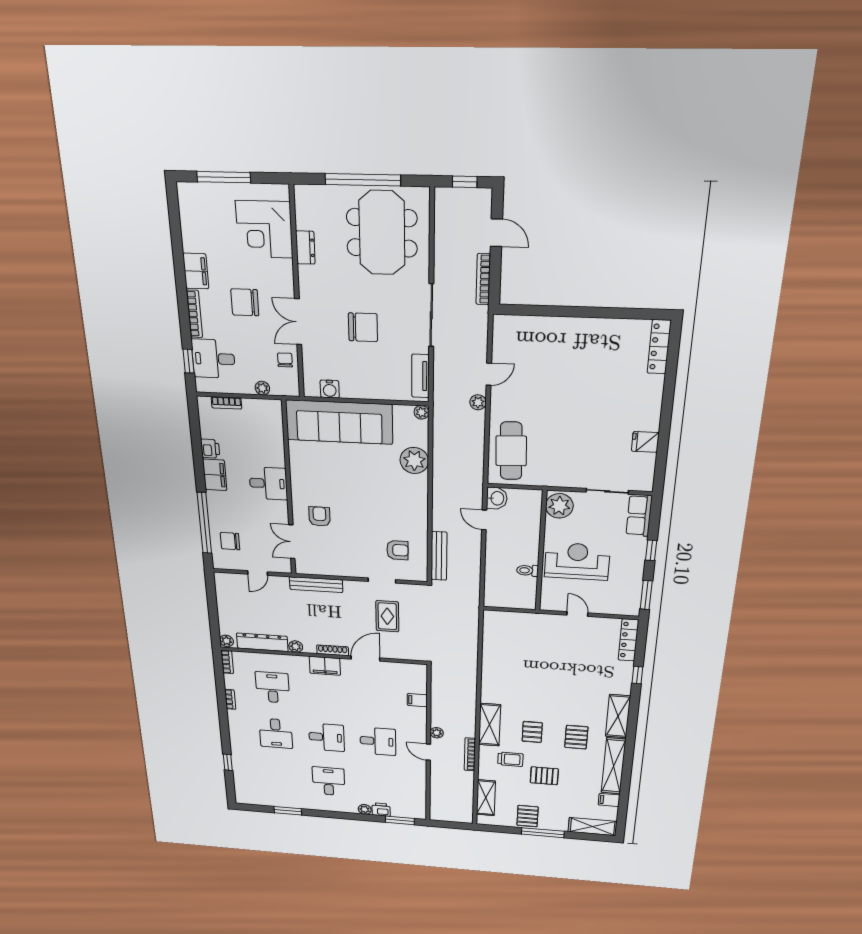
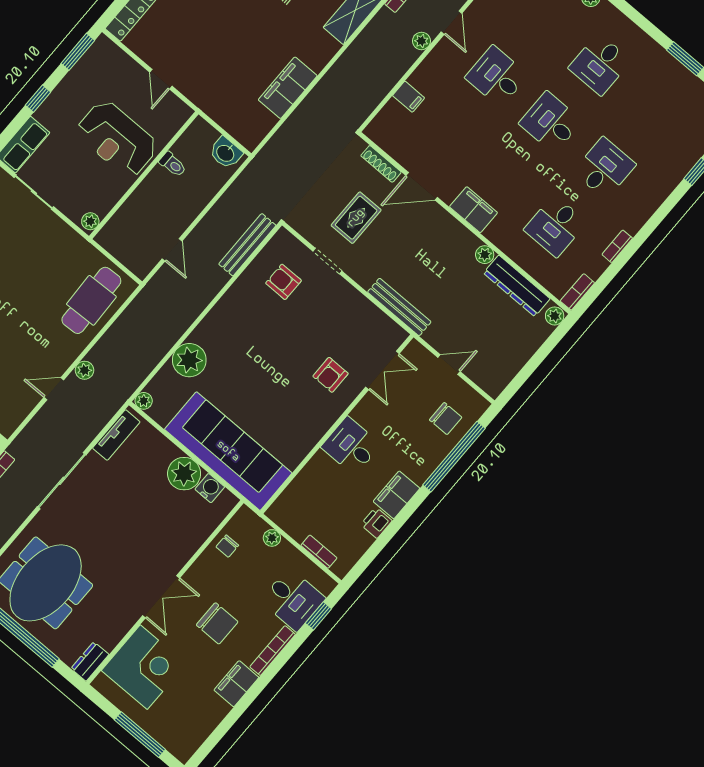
dresser: (305, 248) -> (90, 661), moved
double door: (298, 322) -> (161, 597), moved
chair: (363, 327) -> (131, 518), removed
plant: (354, 385) -> (184, 474), added
washbasin: (497, 498) -> (226, 153), moved, turned -90
plant: (559, 506) -> (90, 221), width x0.53, depth x0.53
shoe rack: (333, 650) -> (381, 164), moved
filing cabinet: (493, 660) -> (288, 88), added

